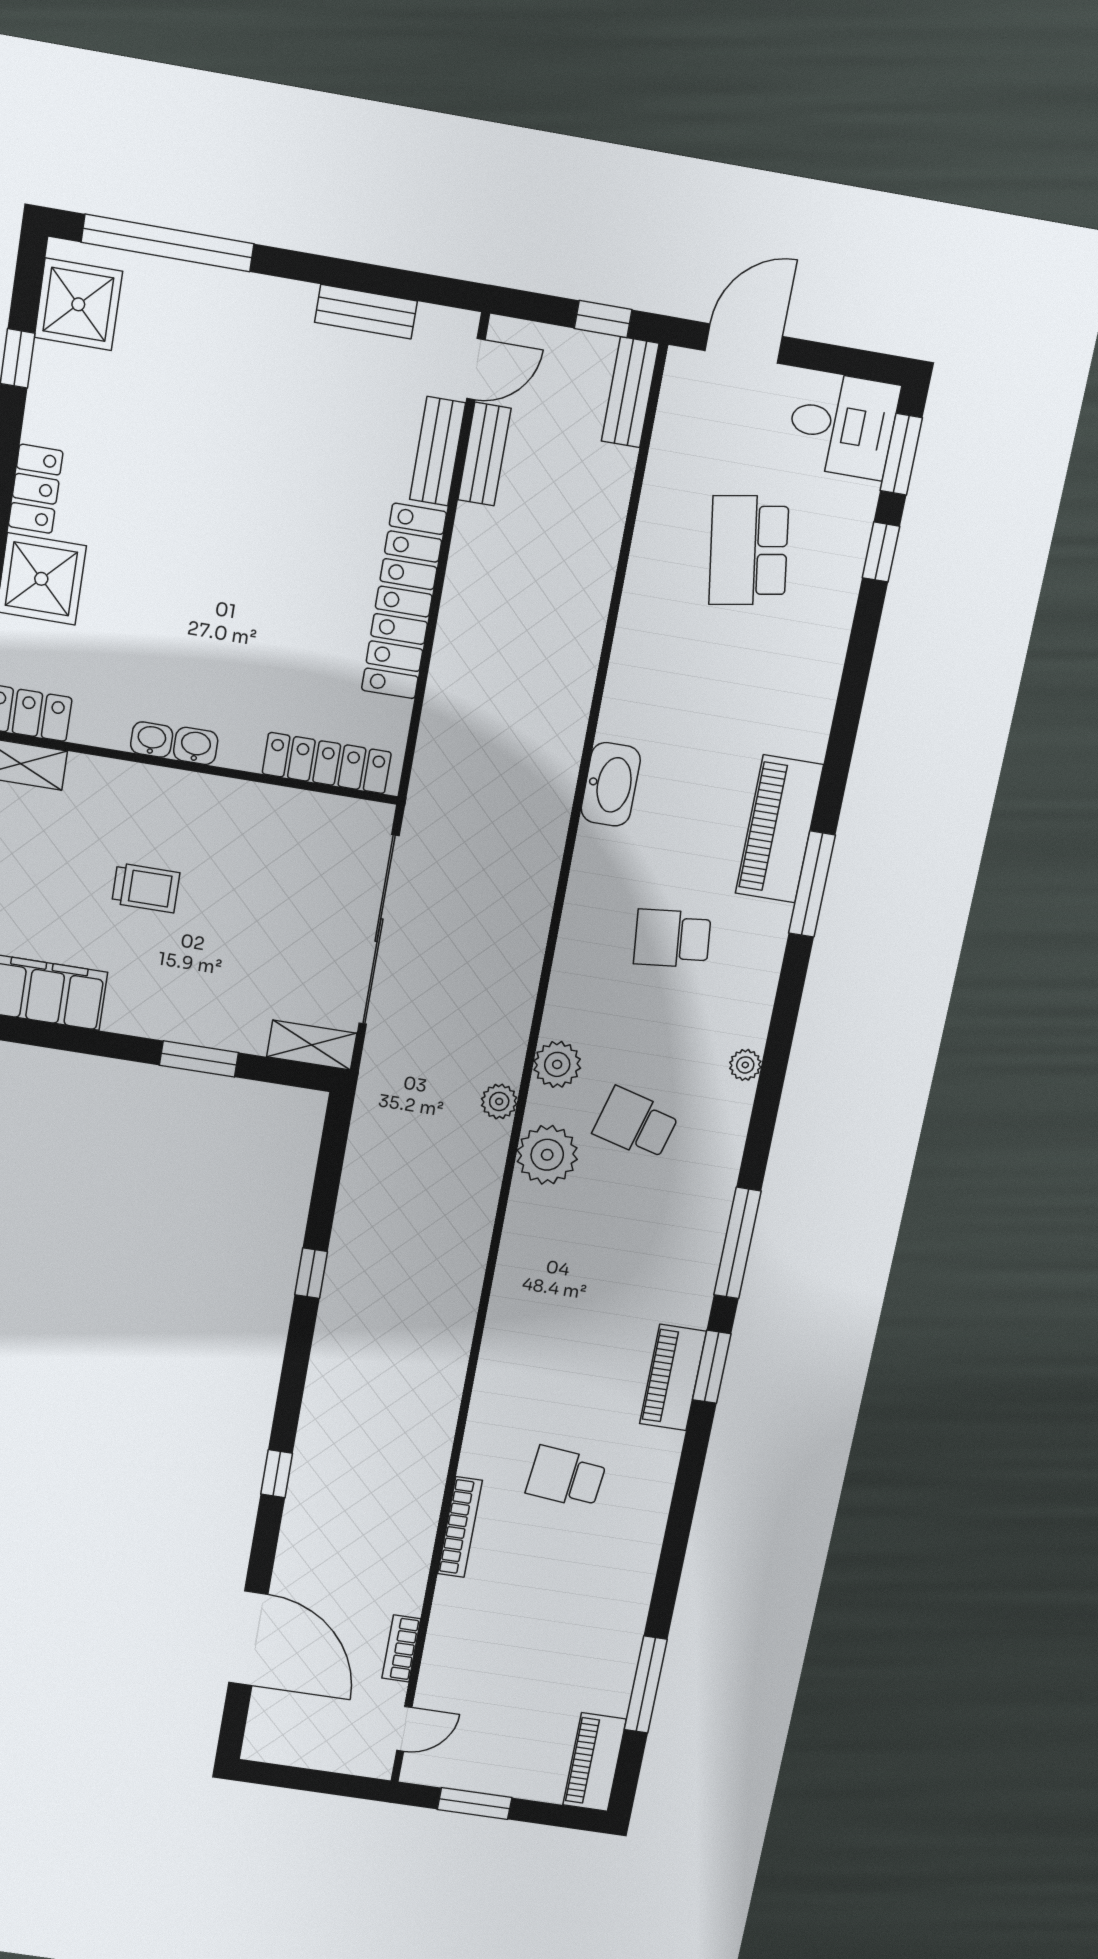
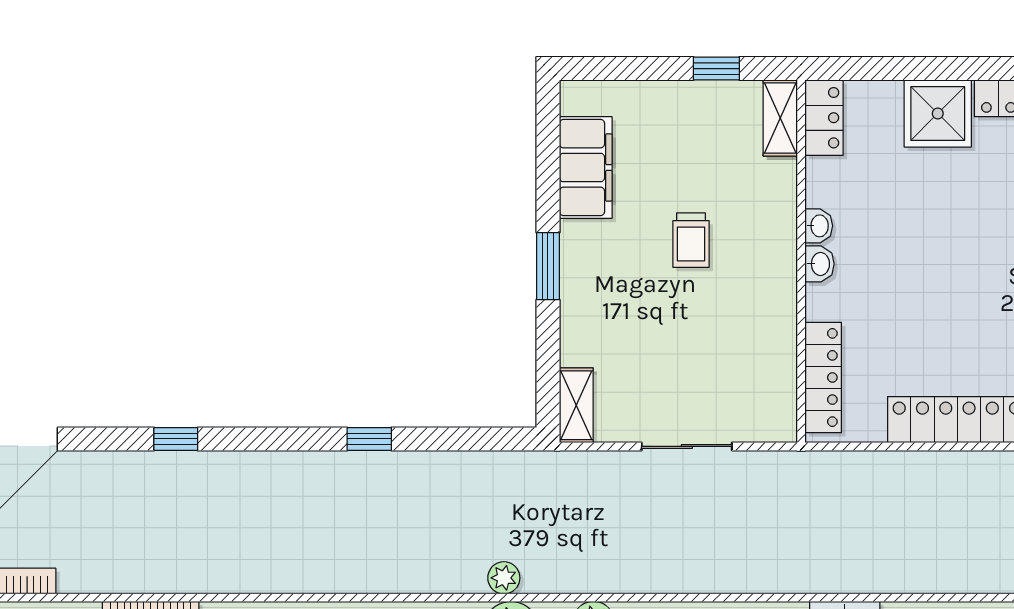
sliding door: (379, 930) -> (687, 446), width x0.54
window: (199, 1059) -> (548, 266), moved
plant: (499, 1101) -> (504, 578), moved

